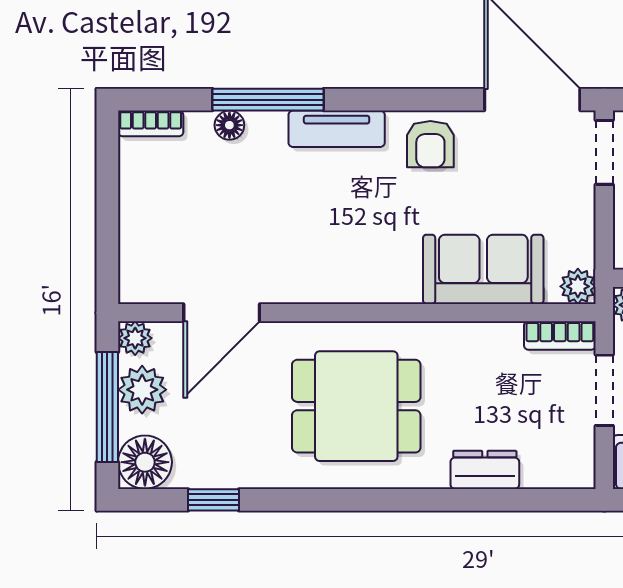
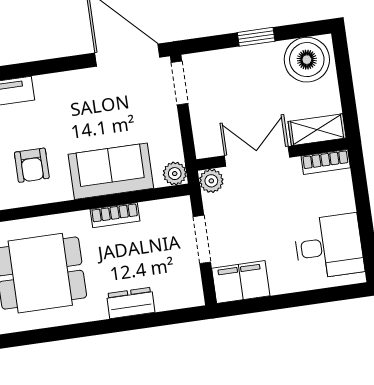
armchair: (430, 144) -> (32, 165), moved
bookcase: (560, 336) -> (115, 215), moved

